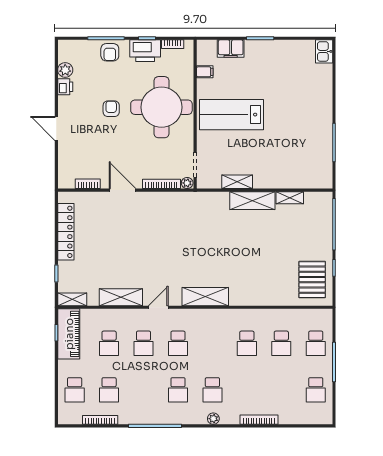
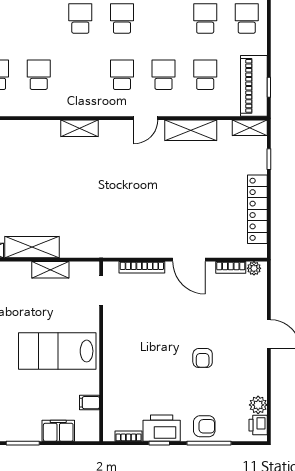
armchair: (110, 52) -> (204, 426), turned 90
printer: (65, 87) -> (258, 425), moved
round table: (161, 107) -> (142, 360), removed
lab bench: (232, 115) -> (57, 351), turned 180
plant: (187, 183) -> (254, 268), moved
shelving: (205, 297) -> (80, 128), width x0.67, depth x0.75

